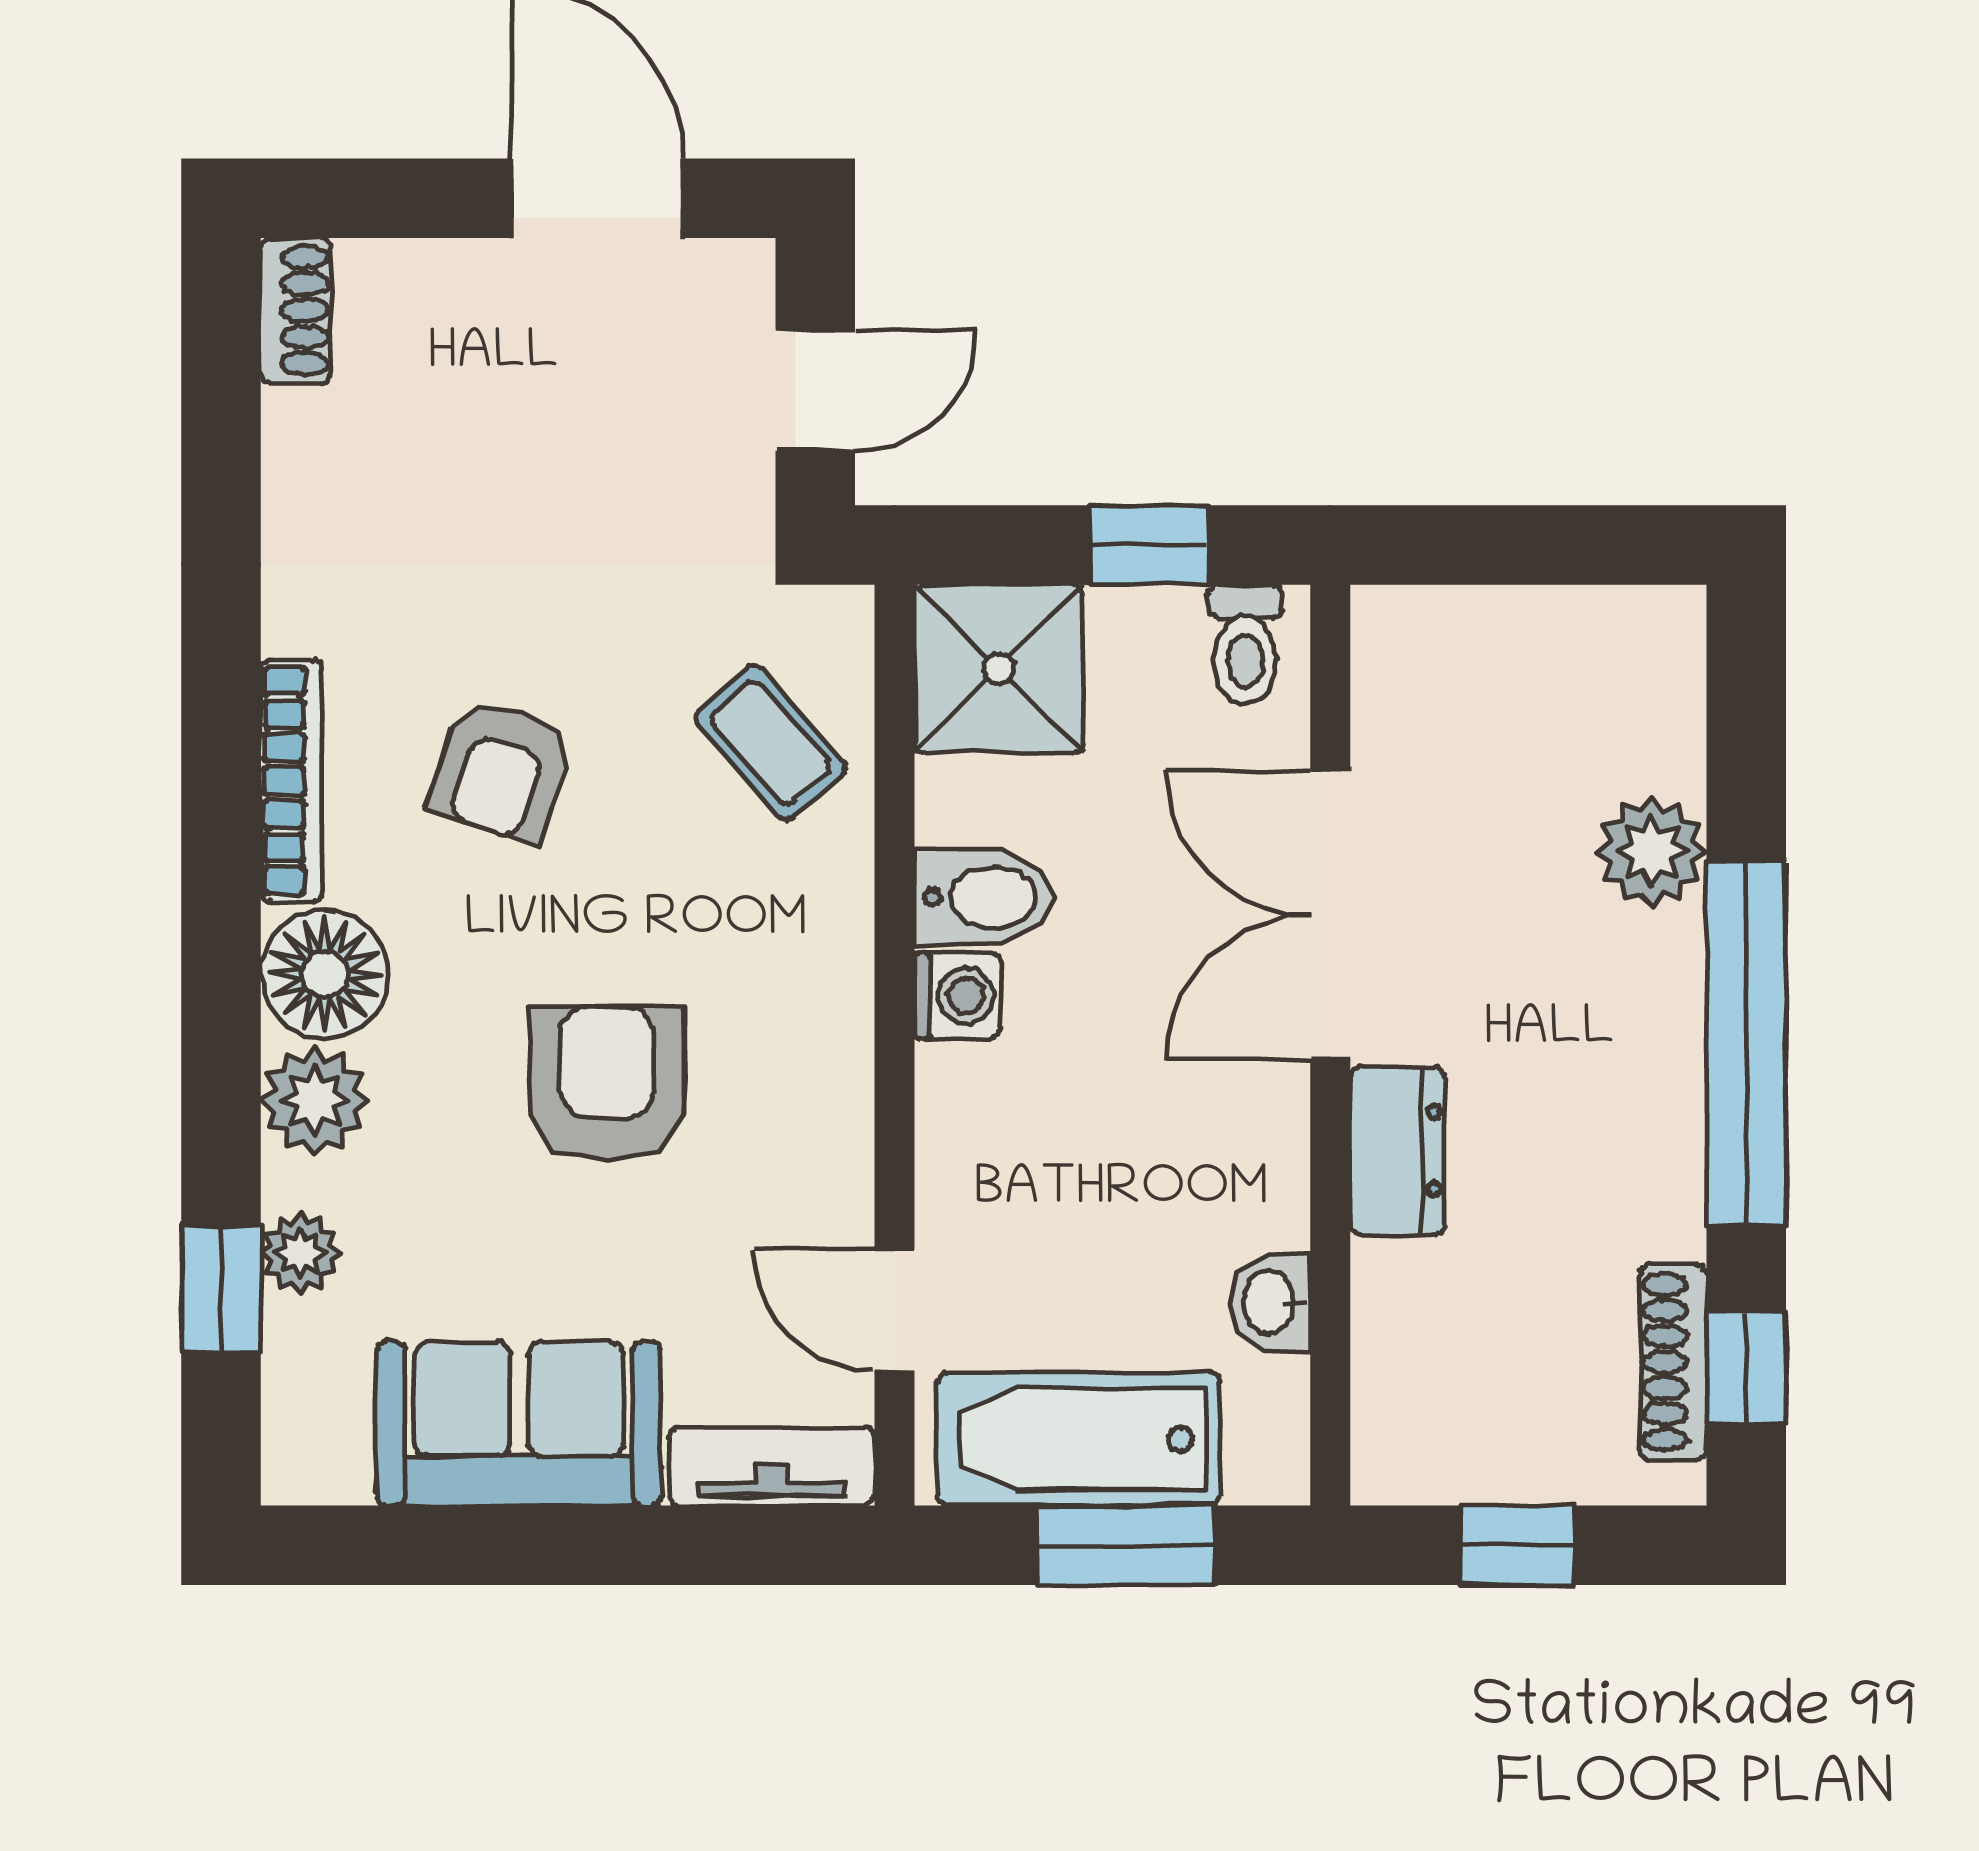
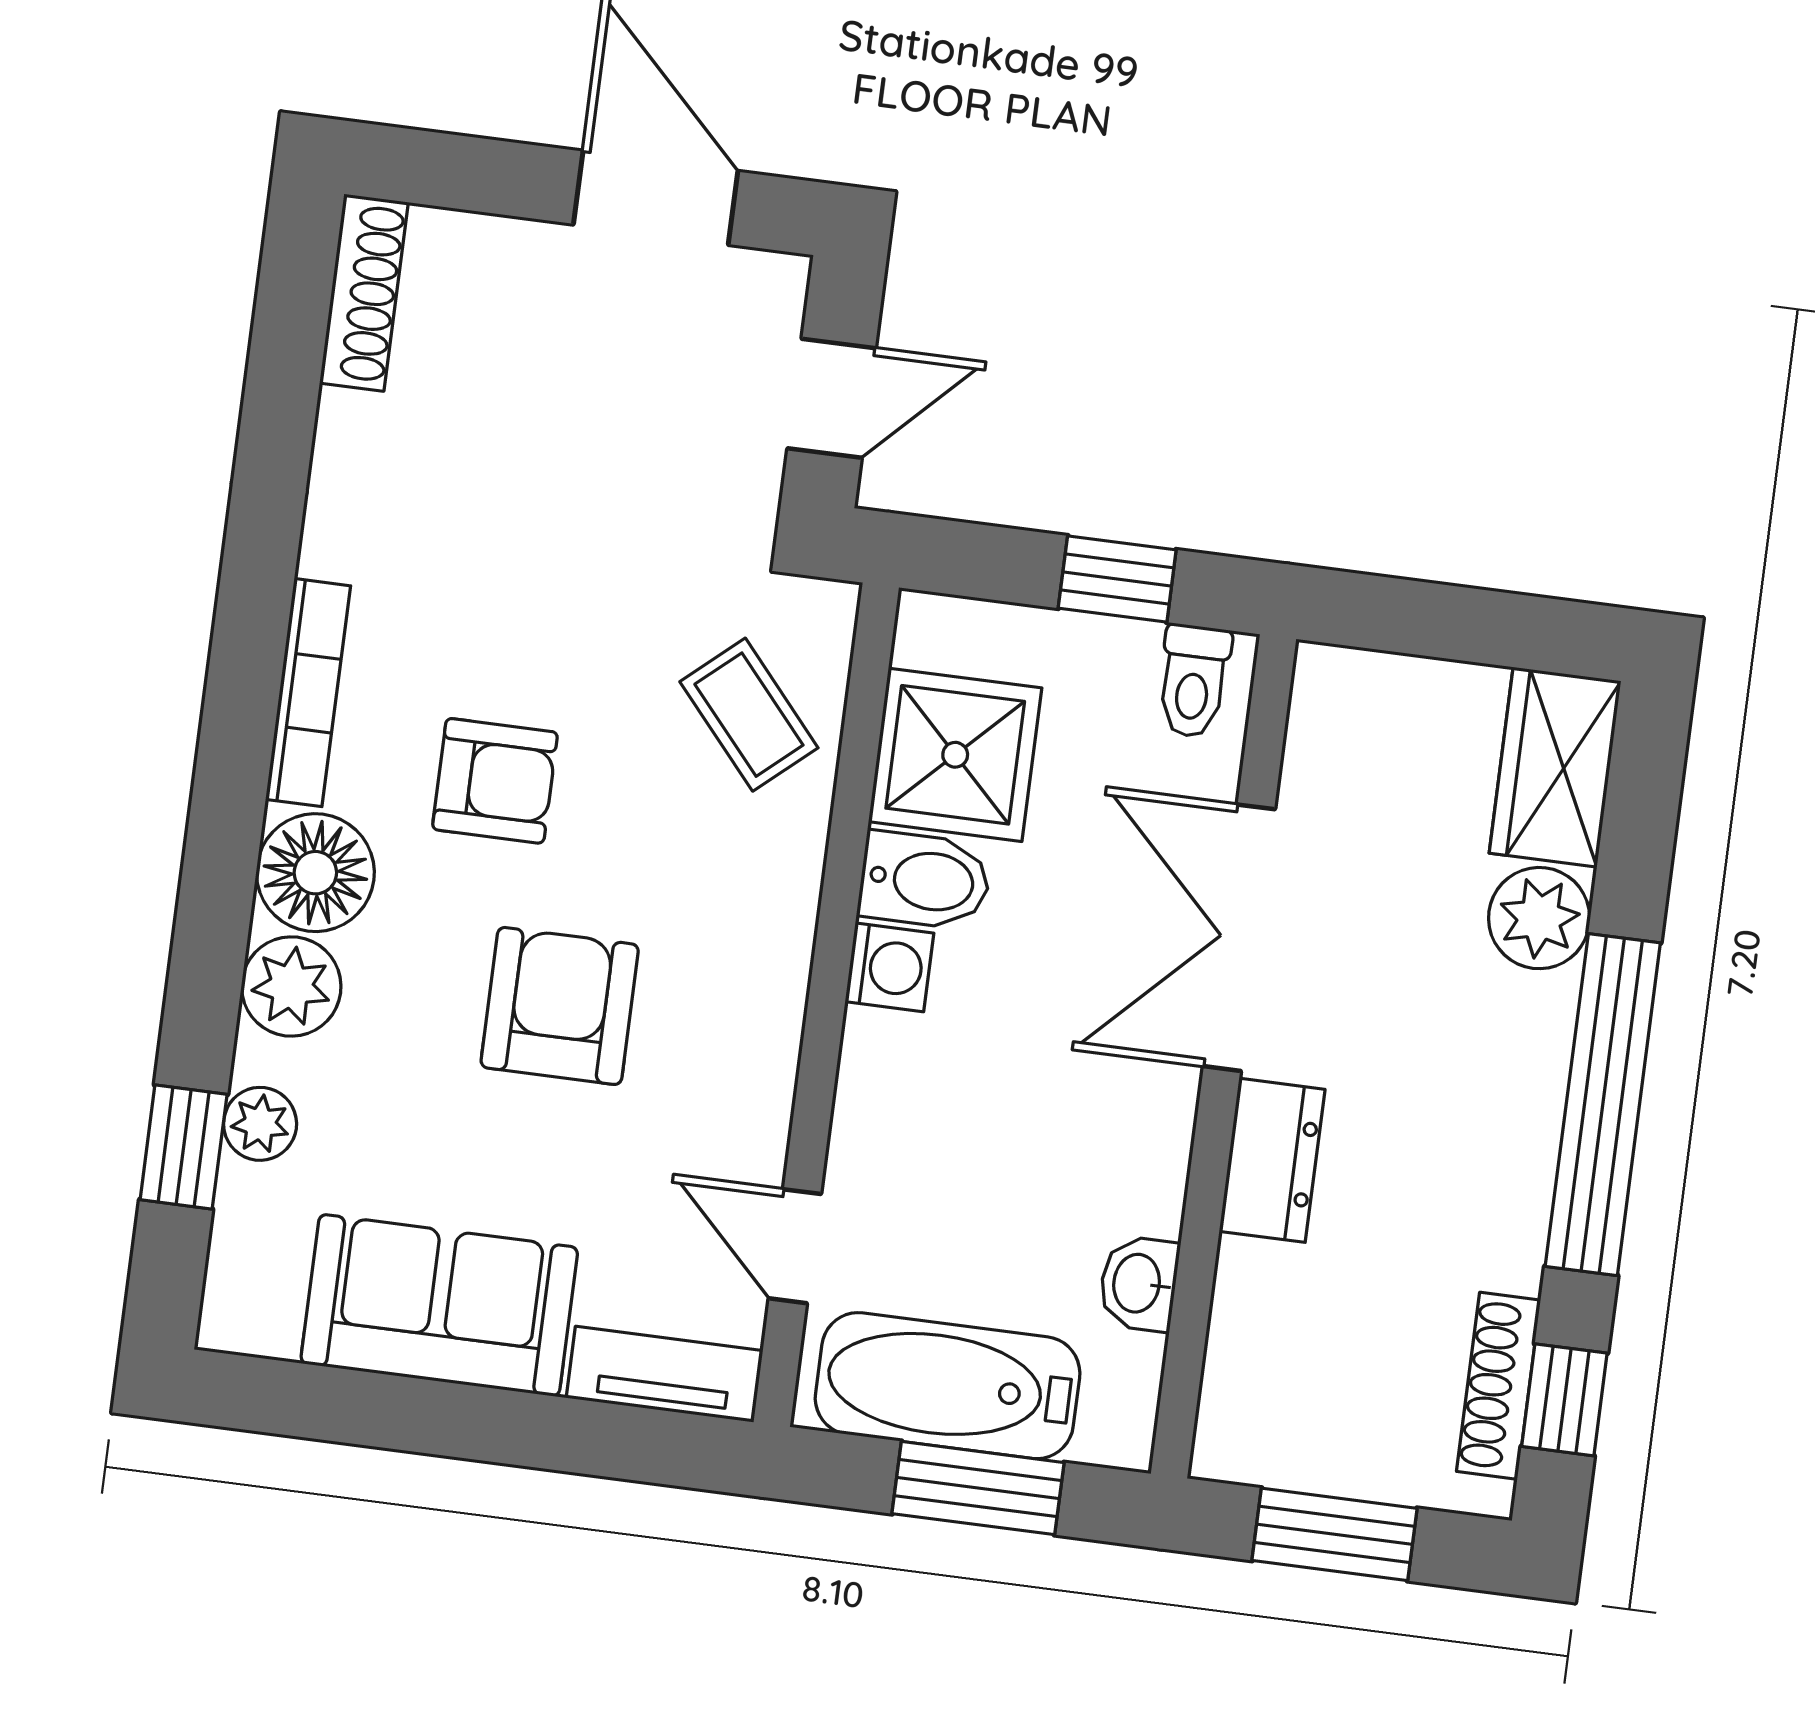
shoe rack: (296, 310) -> (364, 293), width x1.43
shower: (999, 669) -> (955, 755), moved
wardrobe: (1647, 687) -> (1555, 767), added
armchair: (502, 771) -> (495, 781), moved, turned -109
window: (1517, 1545) -> (1335, 1534), width x1.50

